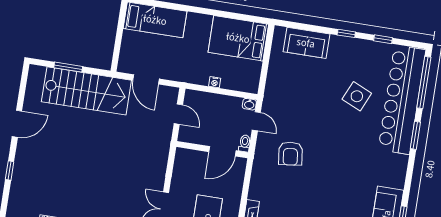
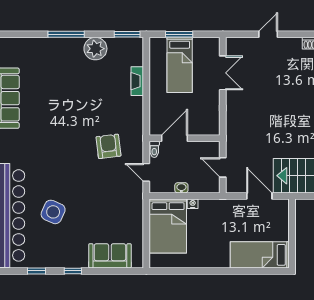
bed: (238, 38) -> (168, 226), moved, turned 90
washbasin: (249, 104) -> (181, 188), moved

